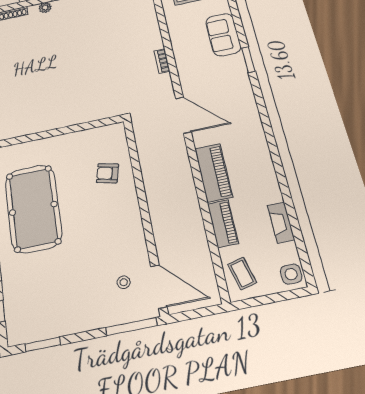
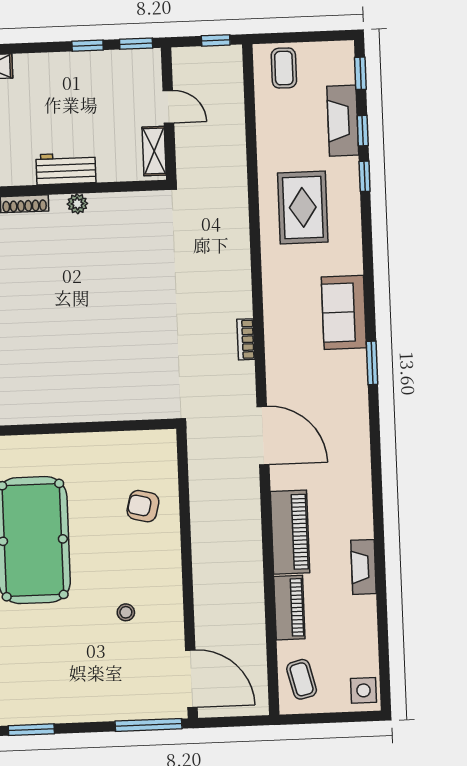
fireplace: (281, 223) -> (363, 567), moved
stool: (124, 282) -> (126, 612), moved

